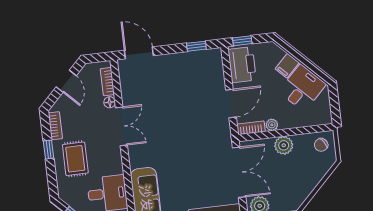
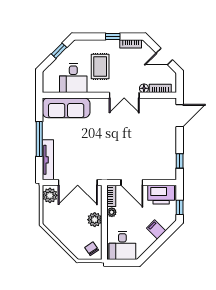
window: (242, 41) -> (180, 207), moved
desk: (302, 88) -> (122, 245), moved, turned 45
rug: (75, 159) -> (100, 66), moved, turned 90

